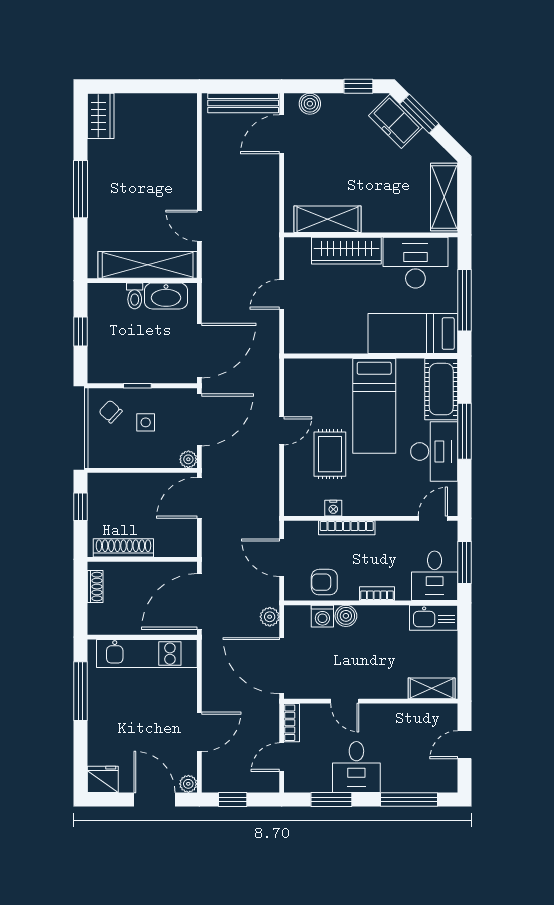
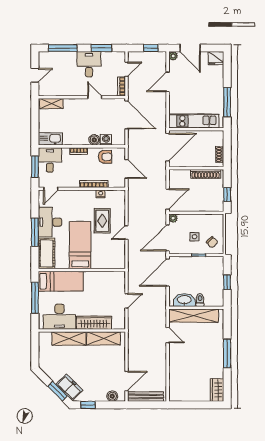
shelving: (444, 197) -> (69, 338), moved, turned 90
plant: (270, 617) -> (132, 139), removed

